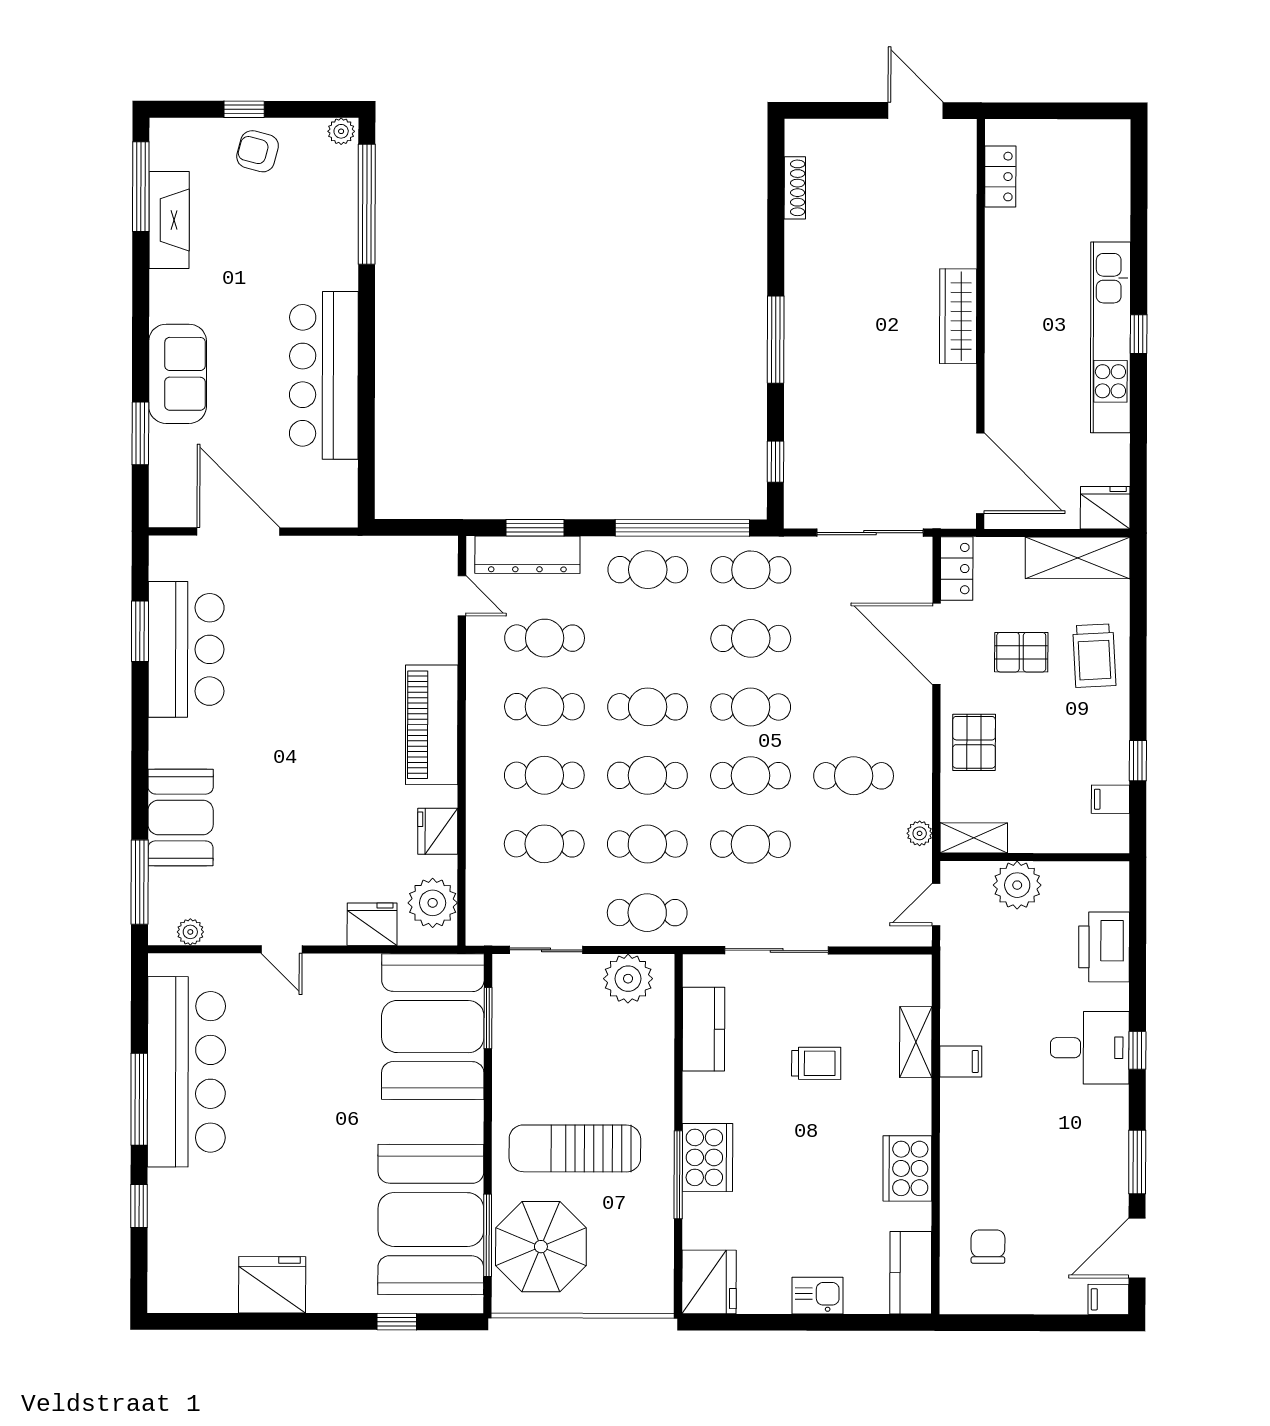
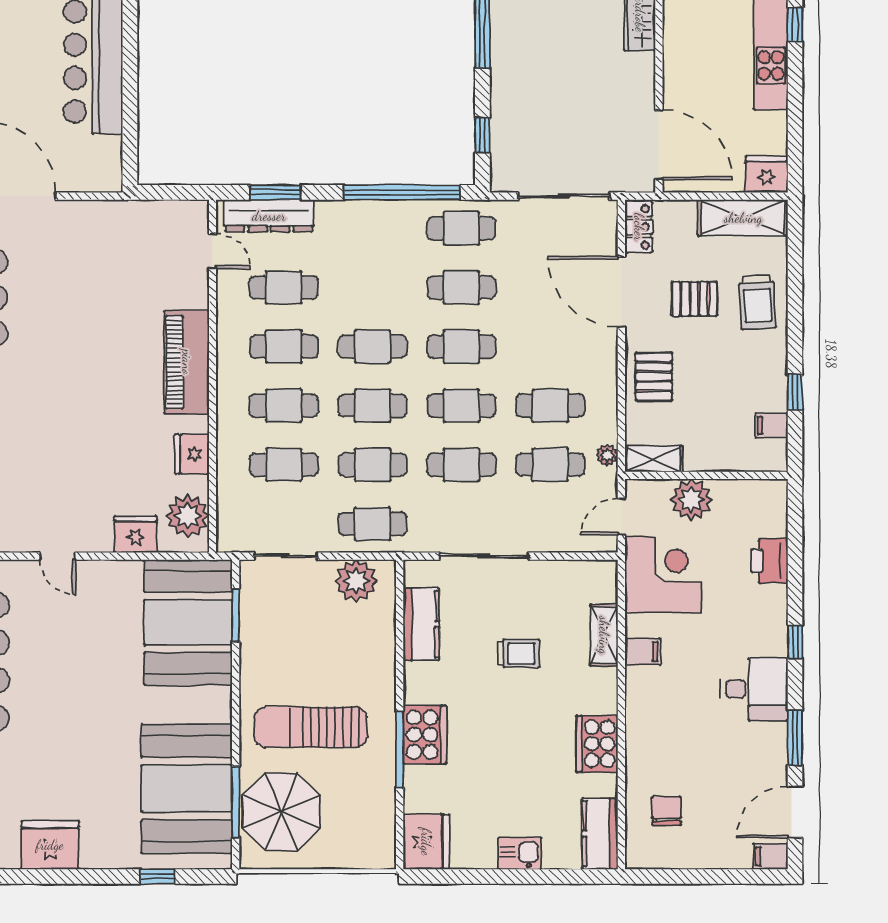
cafe table: (648, 570) -> (550, 465), moved
printer: (1104, 947) -> (770, 561), width x0.73, depth x0.84
corner desk: (984, 972) -> (663, 575), added
desk: (1090, 1048) -> (754, 689), moved

